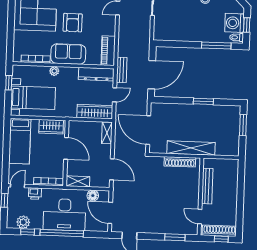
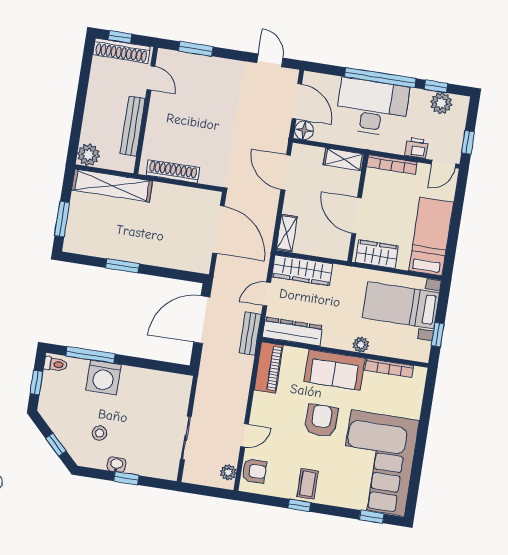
washing machine: (234, 23) -> (103, 377), moved, turned 90
shelving: (191, 148) -> (112, 185), moved
plant: (232, 166) -> (88, 155), added
floor lamp: (93, 196) -> (304, 130), moved

